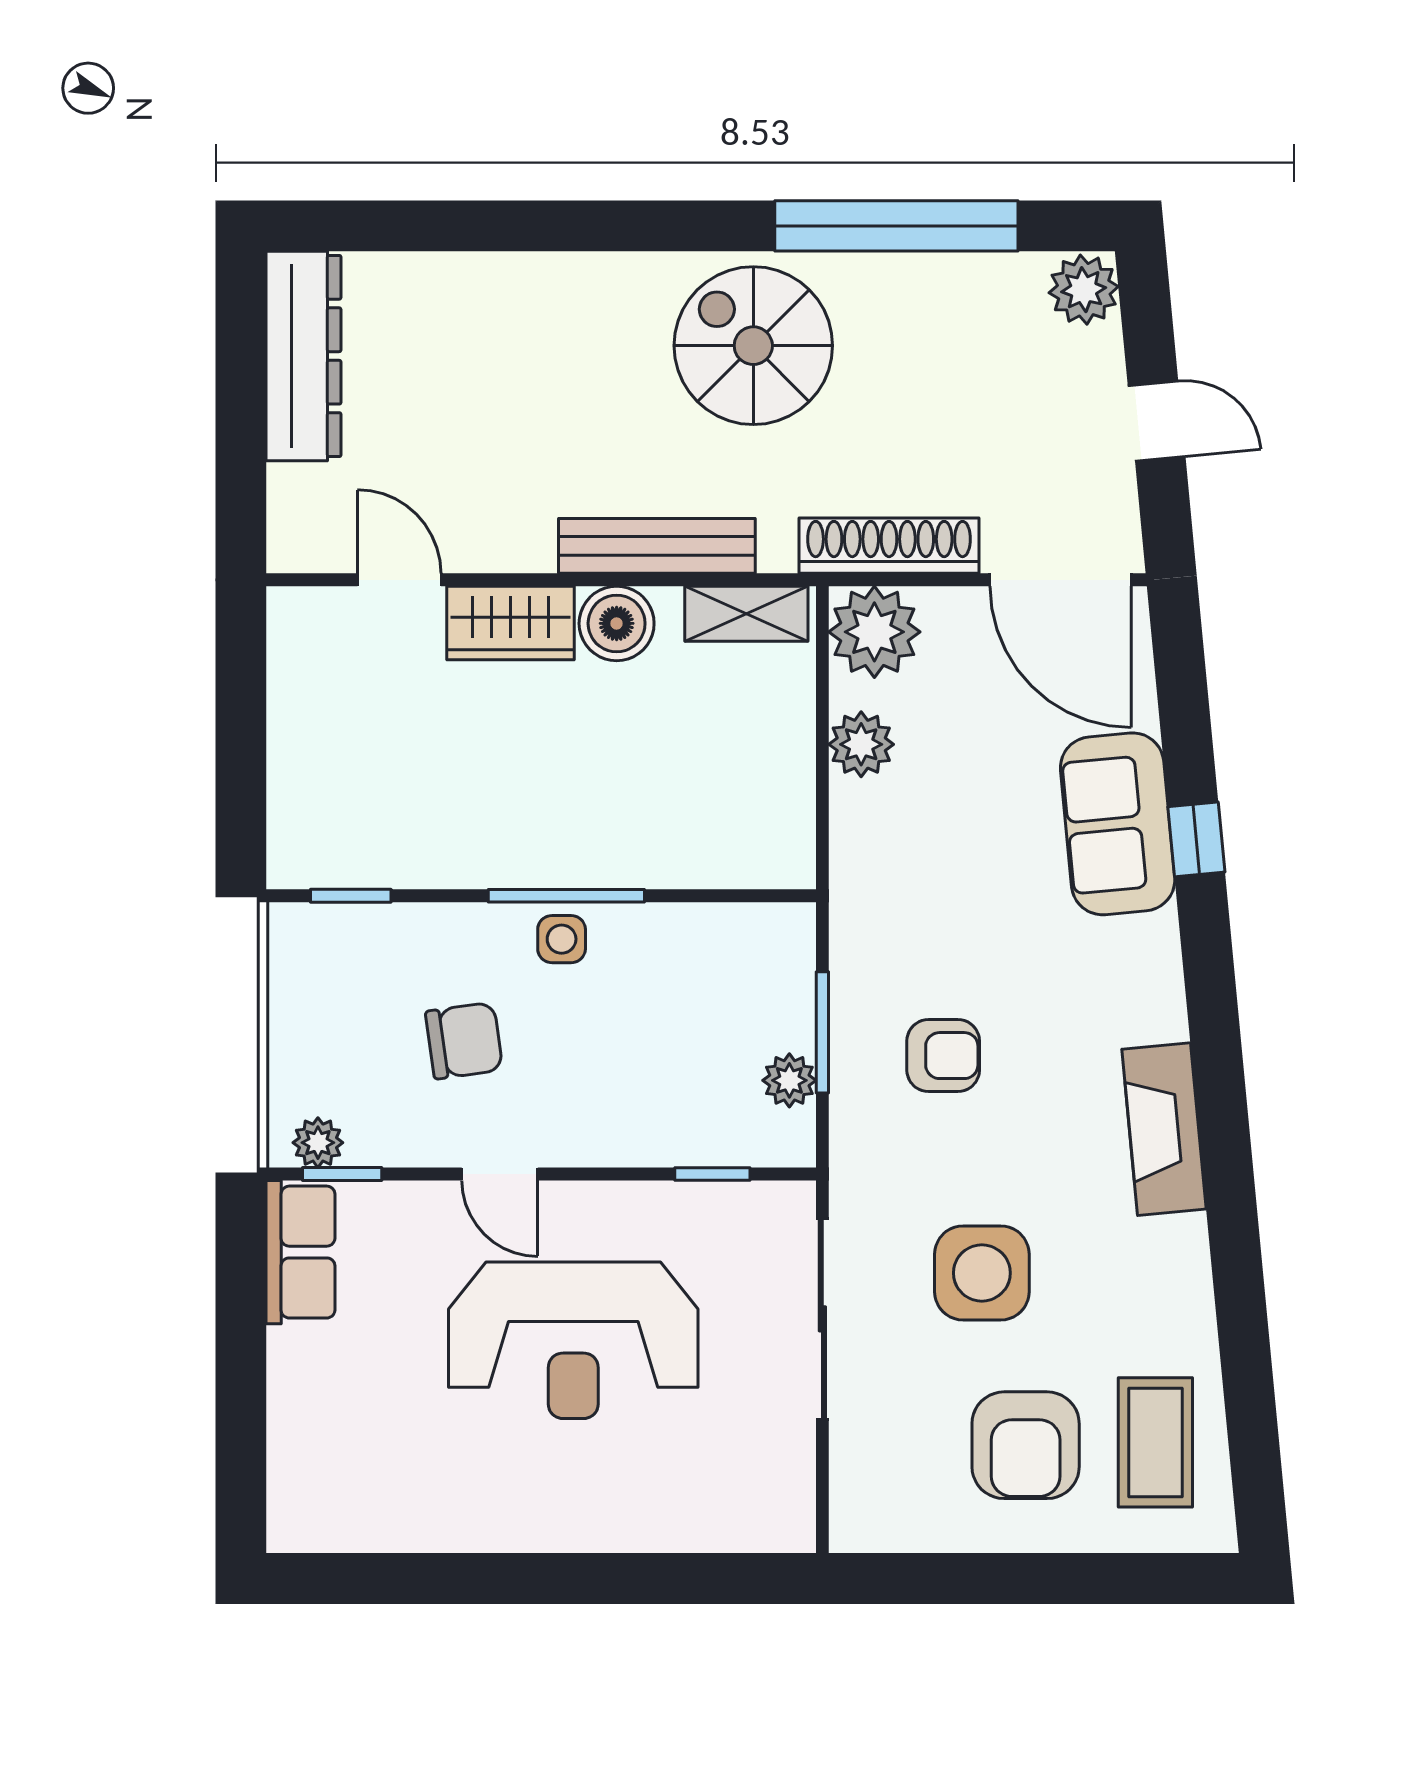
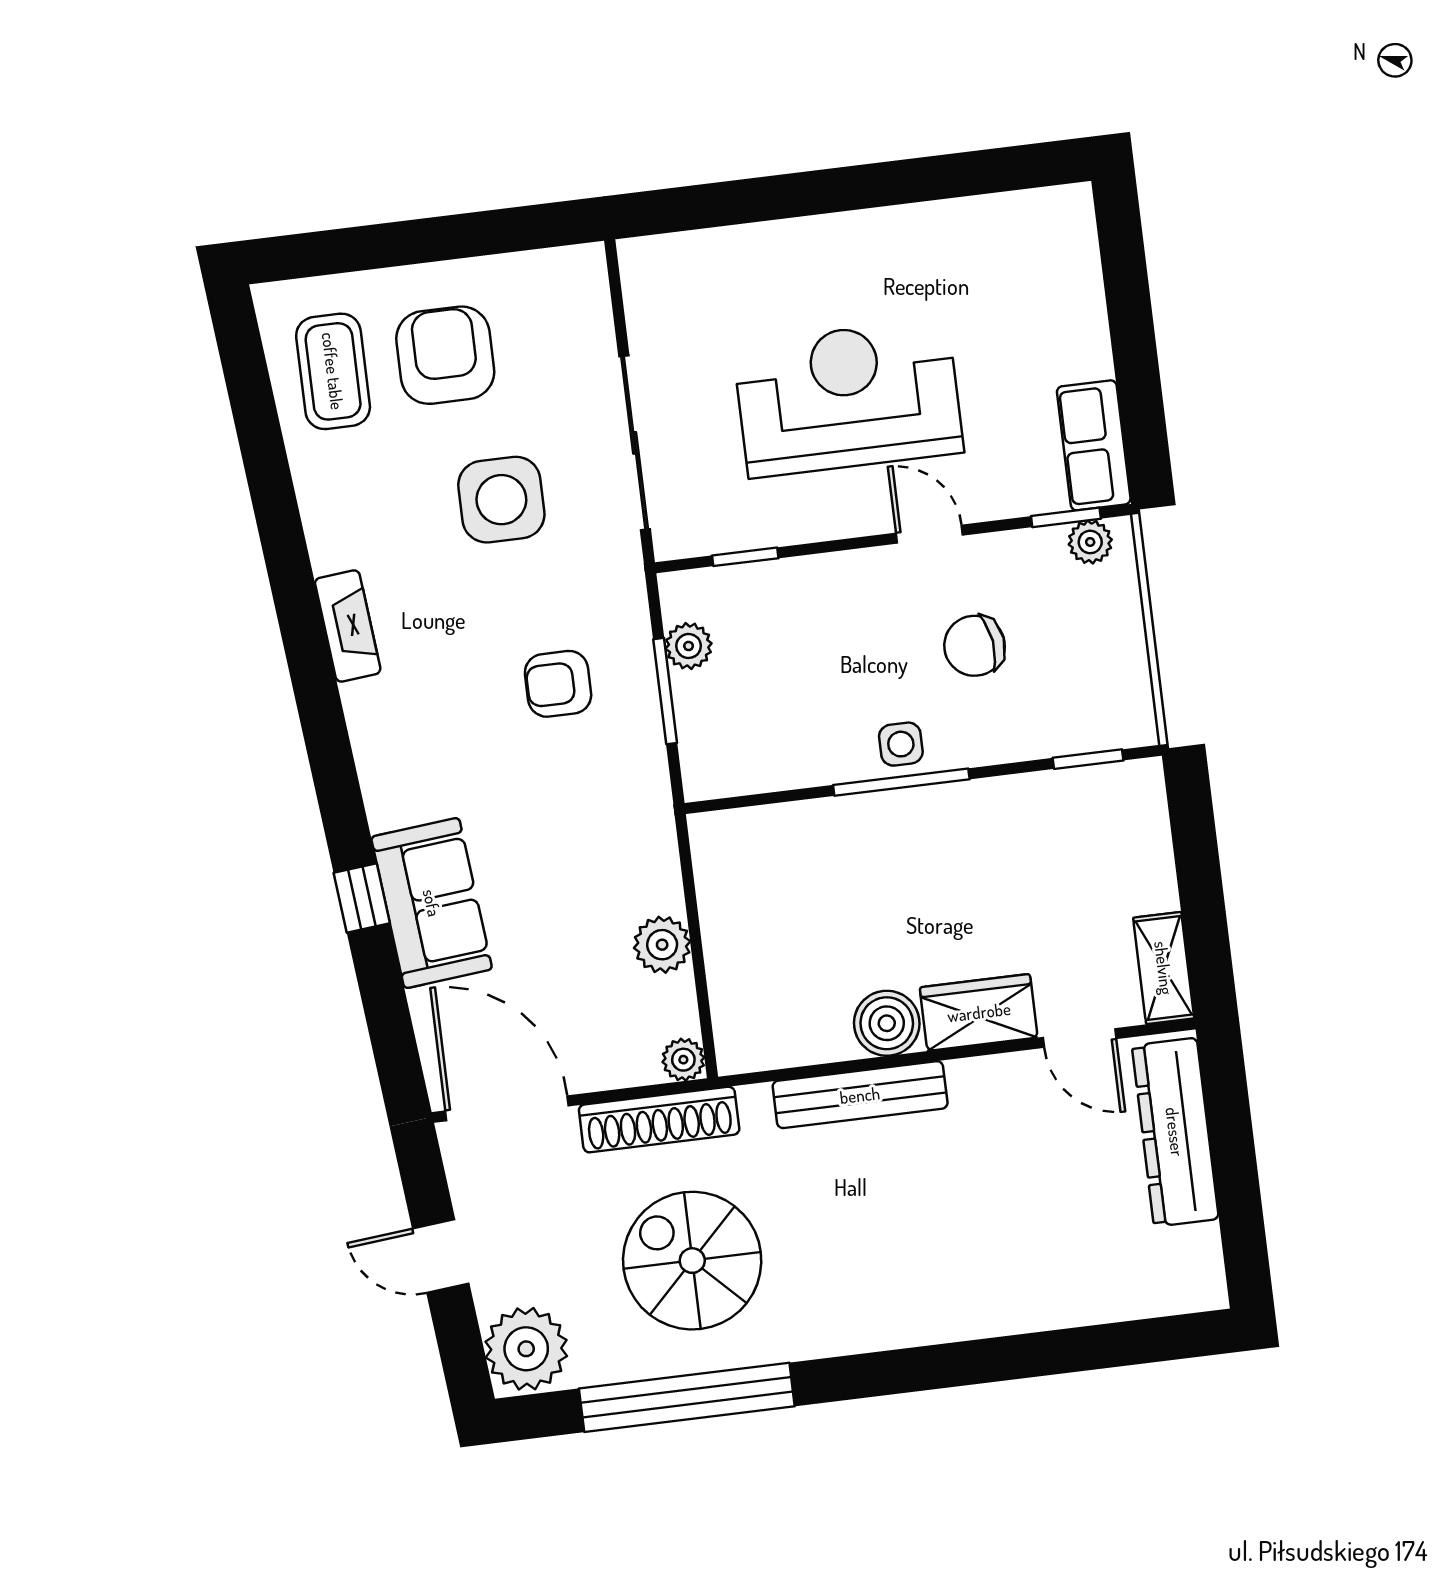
plant: (1084, 290) -> (526, 1349), width x1.36, depth x1.36
spiral stairs: (753, 346) -> (692, 1261), moved, turned 180
dresser: (304, 356) -> (1175, 1132), moved
shelving: (746, 614) -> (1164, 968), moved, turned 90
plant: (874, 632) -> (683, 1060), width x0.53, depth x0.53
fireplace: (1164, 1129) -> (348, 626), width x0.73, depth x0.76

